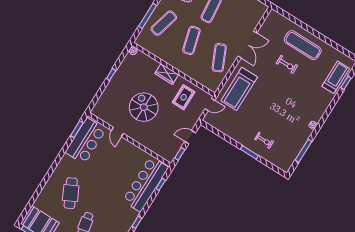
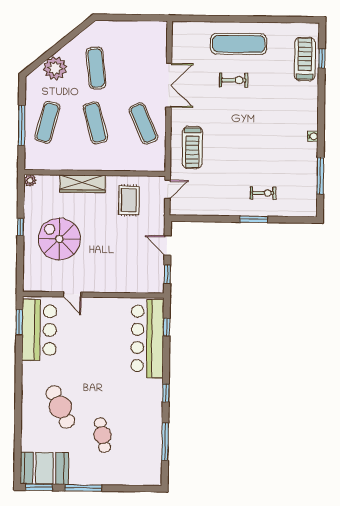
wardrobe: (167, 74) -> (82, 184), width x1.50
treadmill: (239, 89) -> (192, 147), width x0.73, depth x0.73
spiral stairs: (144, 107) -> (59, 239), moved
door: (190, 137) -> (168, 245), hinge flipped

